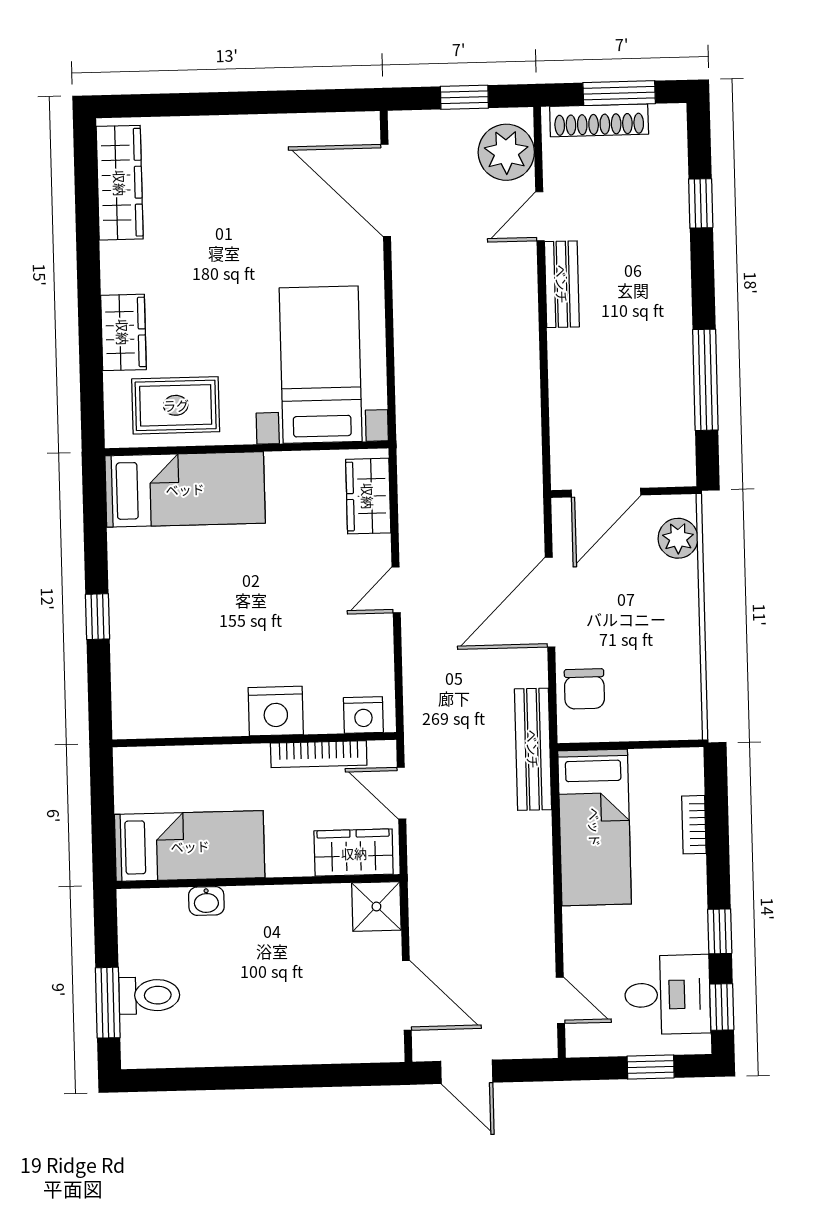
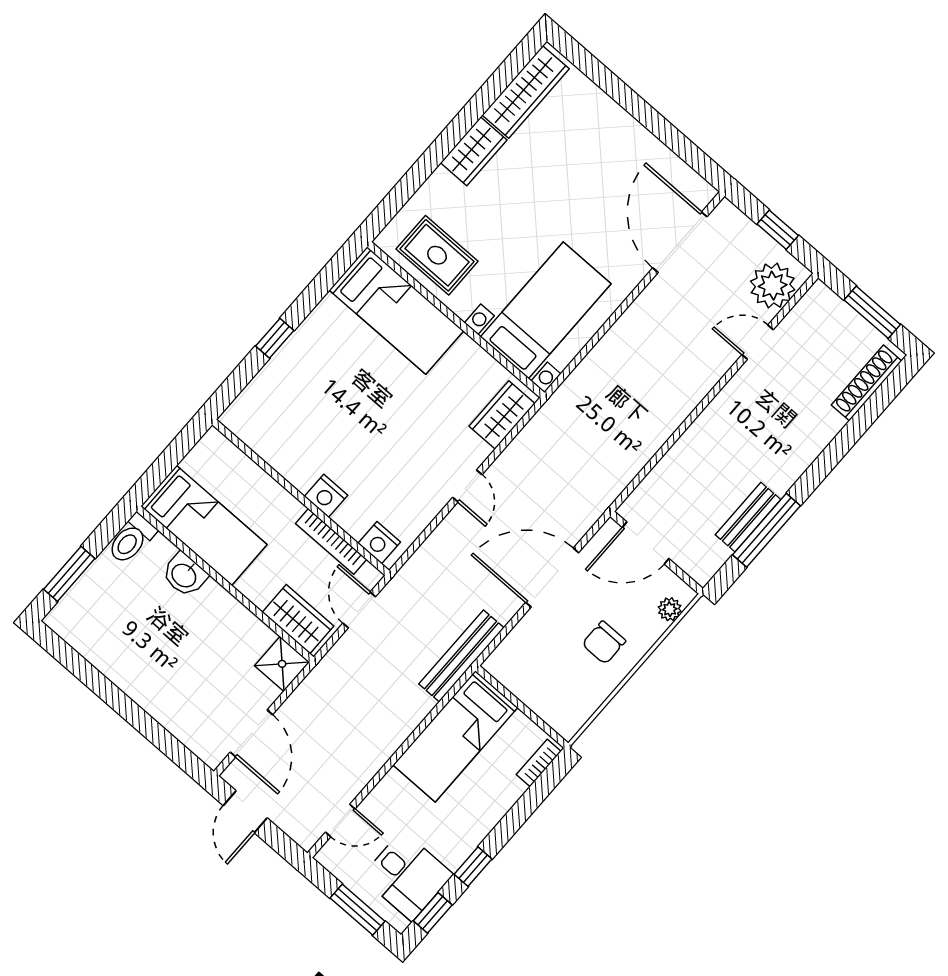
shoe rack: (599, 120) -> (866, 383), moved, turned 90
window: (701, 203) -> (860, 423), removed
bench: (562, 284) -> (748, 517), moved
wardrobe: (123, 332) -> (474, 151), moved
plant: (678, 538) -> (670, 609), width x0.73, depth x0.73
door: (396, 590) -> (467, 486), swing flipped
chair: (584, 689) -> (604, 643), moved
nightstand: (276, 711) -> (326, 496), width x0.74, depth x0.75
bookcase: (694, 825) -> (539, 763), moved
washbasin: (206, 901) -> (184, 575), width x1.38, depth x1.45
toilet: (149, 995) -> (132, 539), moved, turned 90
door: (560, 1000) -> (340, 821), hinge flipped
window: (651, 1067) -> (357, 910), width x1.50

